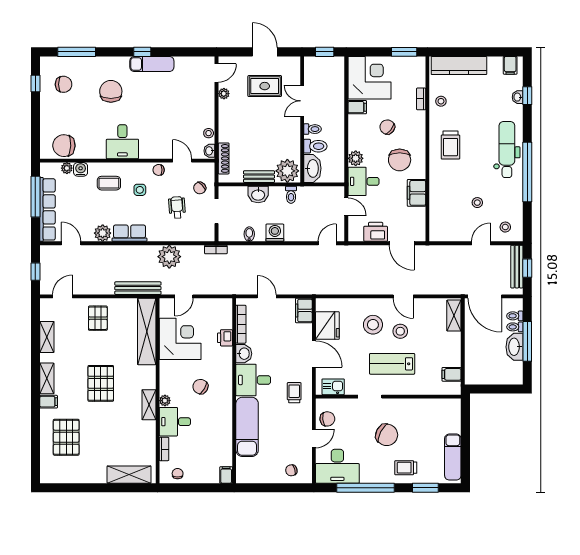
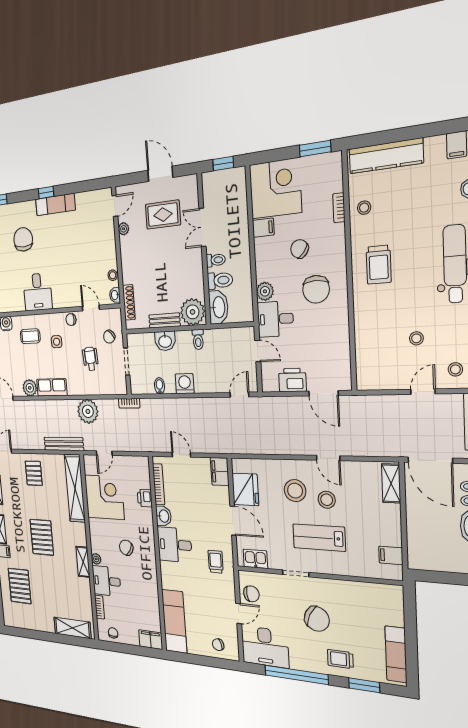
filing cabinet: (417, 193) -> (338, 330), removed
exam couch: (247, 427) -> (174, 621), moved
filing cabinet: (226, 475) -> (151, 640), width x2.00

